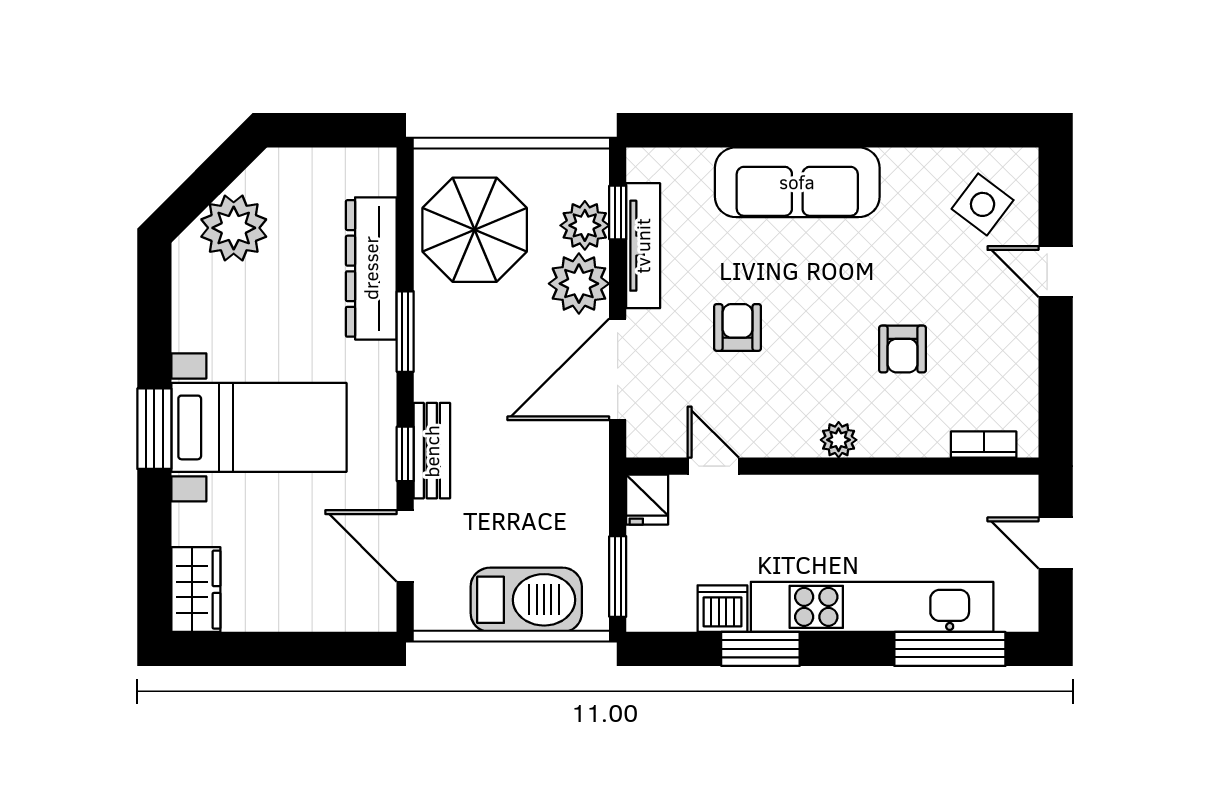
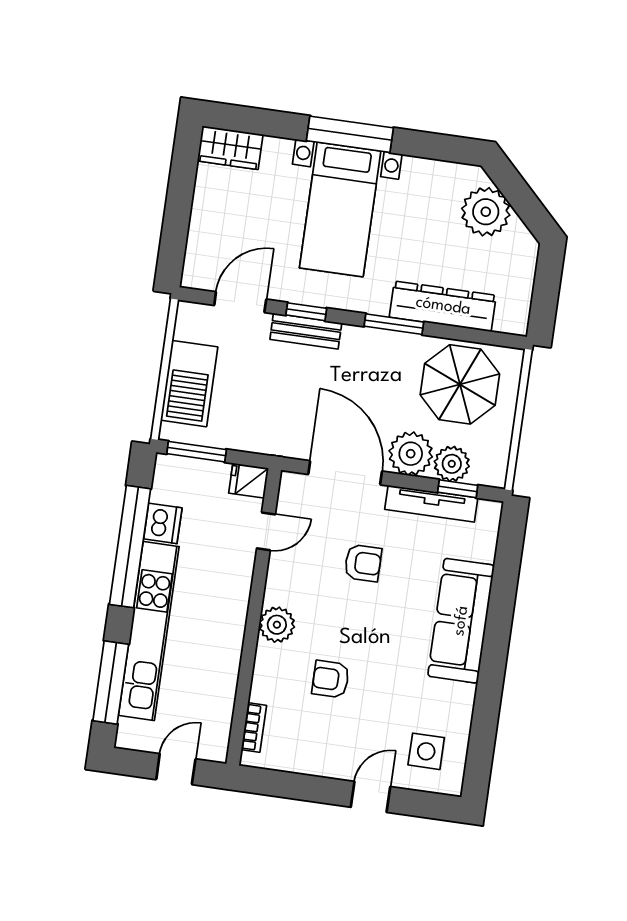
side table: (983, 204) -> (426, 751), turned -37
window: (154, 429) -> (350, 134), width x1.44
plant: (839, 440) -> (277, 625), width x1.38, depth x1.38
window: (760, 649) -> (130, 547), width x2.11

